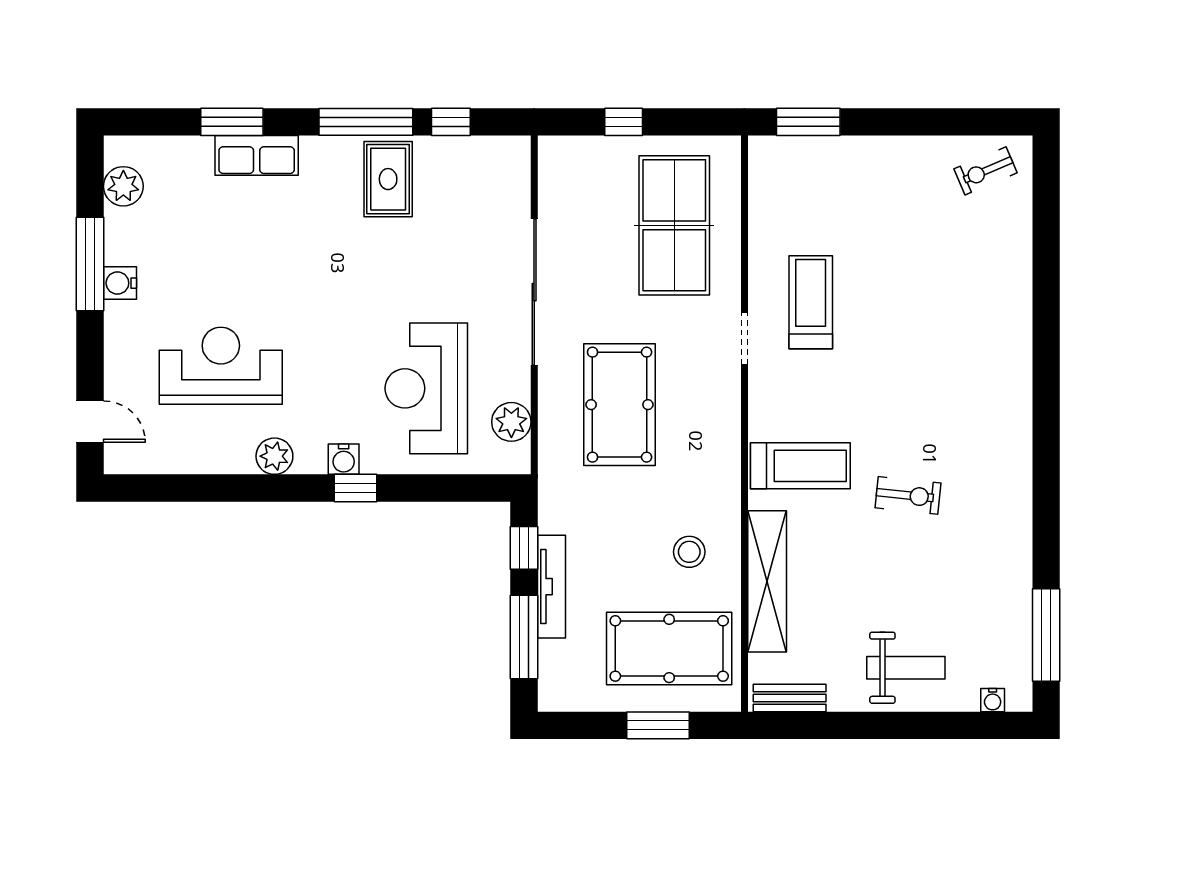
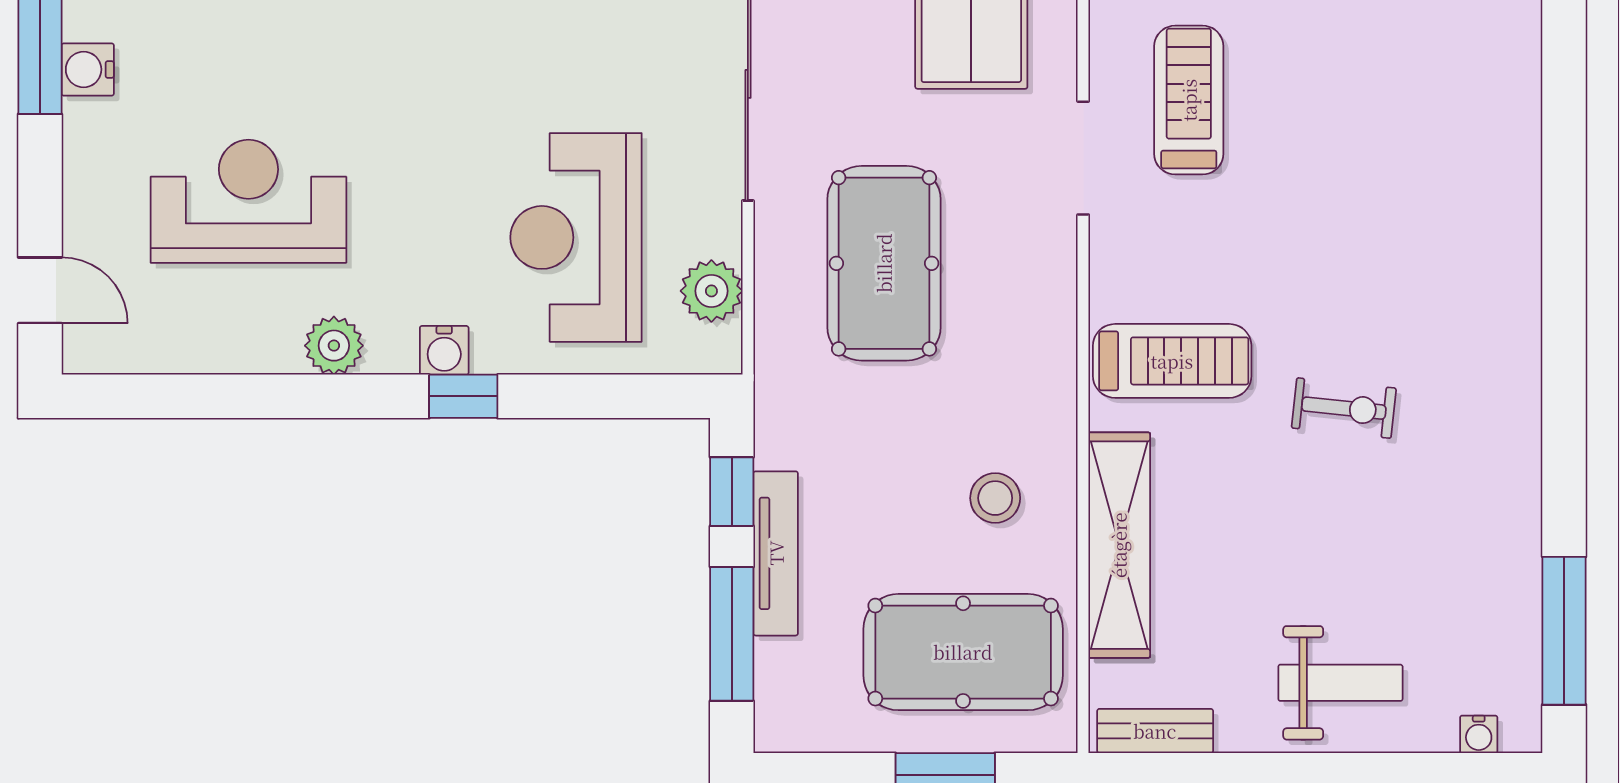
doorway: (744, 339) -> (1083, 158), width x1.38

